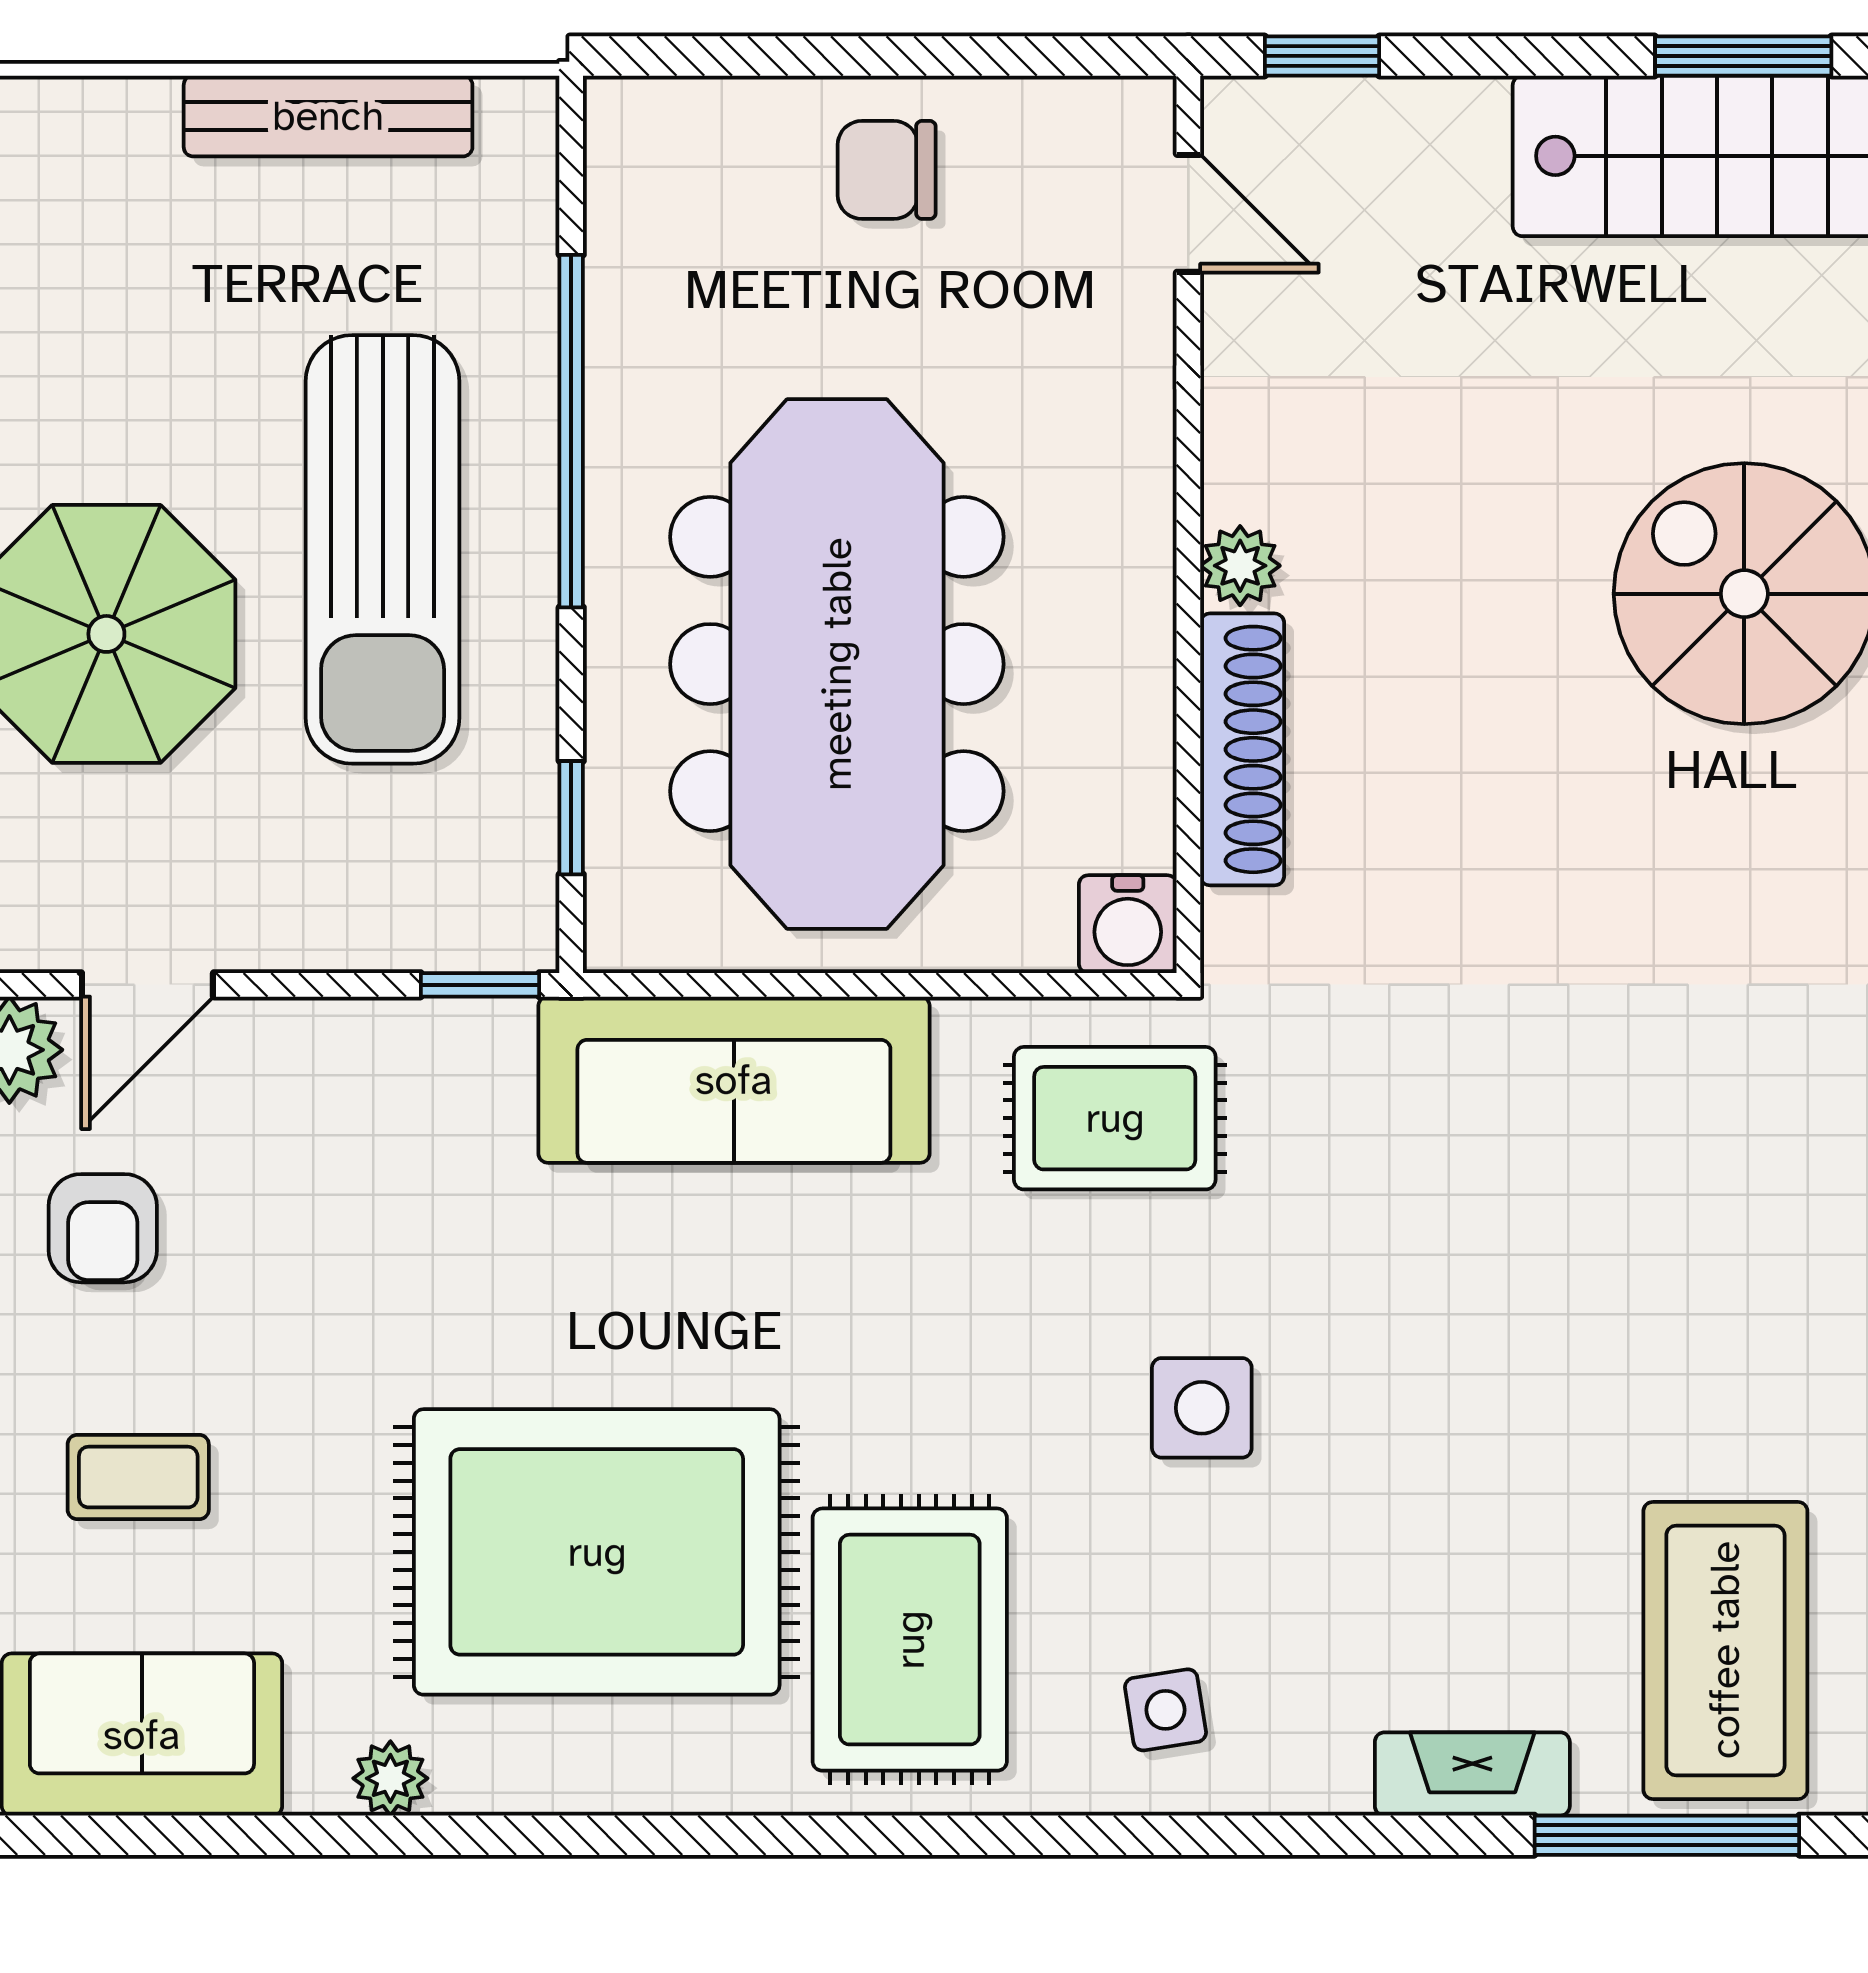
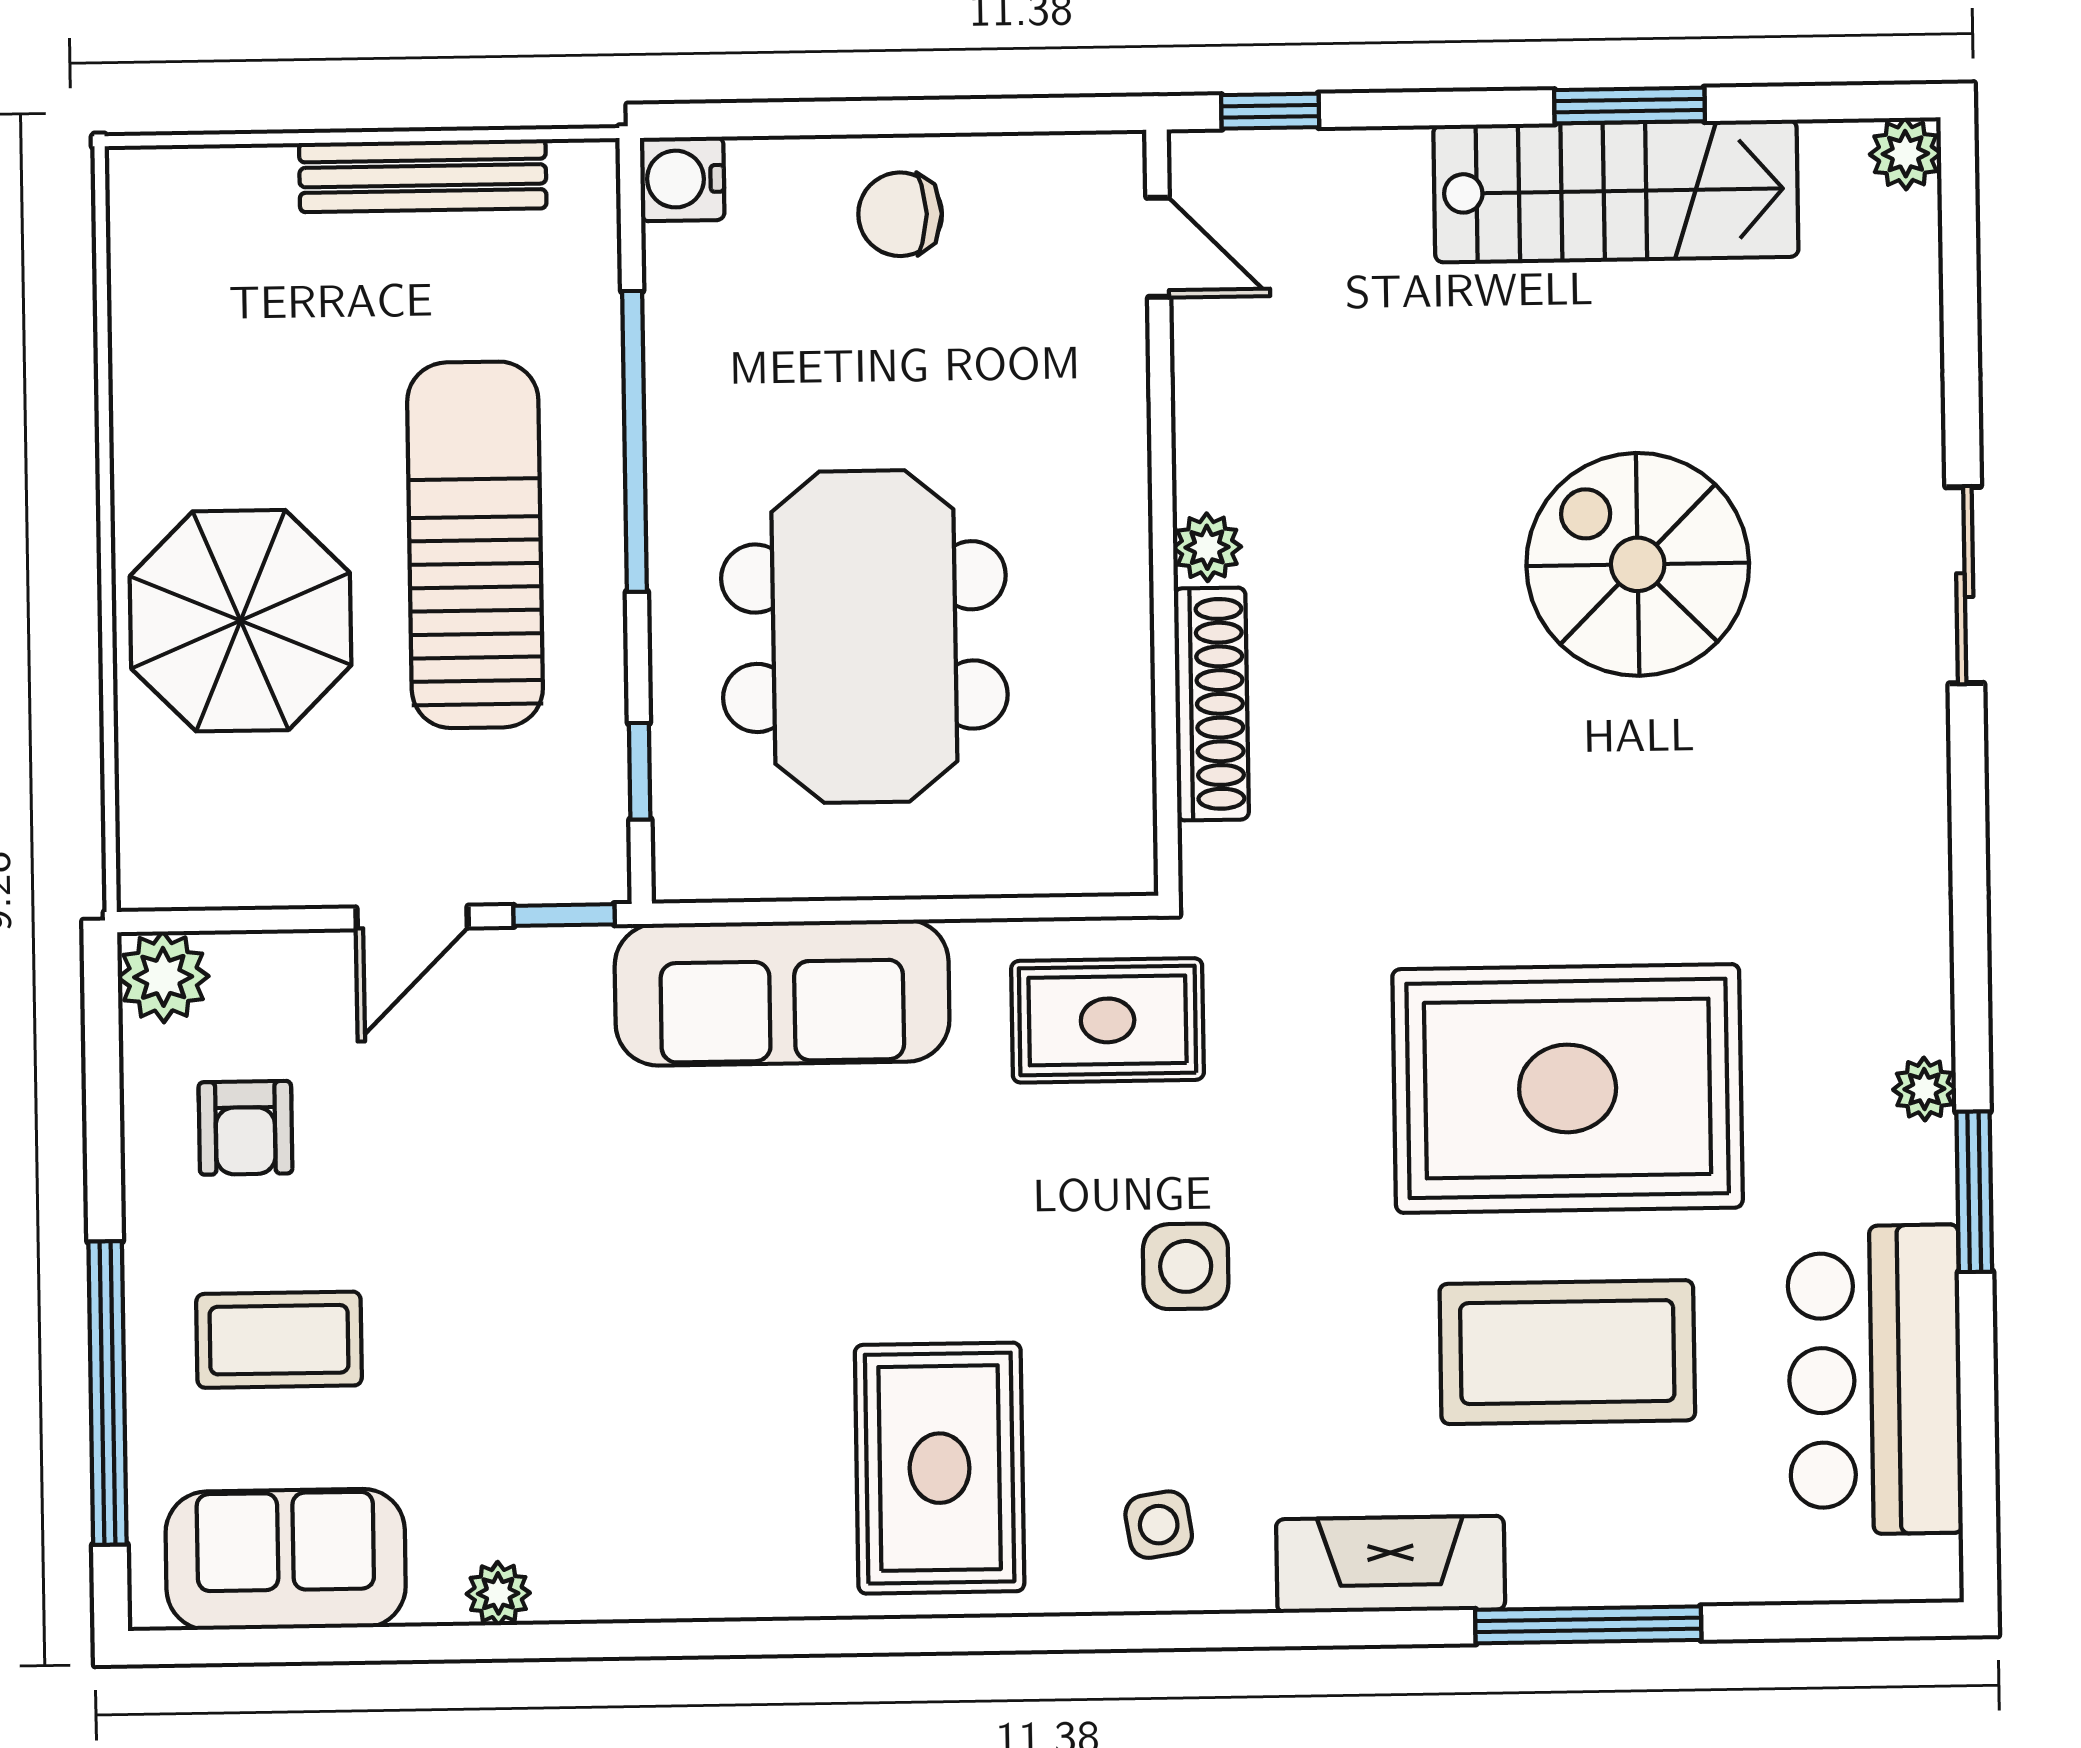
sun lounger: (383, 549) -> (475, 545), turned 180
meeting table: (837, 664) -> (864, 637), width x0.73
water cooler: (1128, 924) -> (682, 179), moved, turned 90
door: (147, 985) -> (412, 917), moved
coffee table: (138, 1477) -> (279, 1340), width x1.36, depth x1.30
rug: (597, 1552) -> (1568, 1088), moved
coffee table: (1725, 1650) -> (1567, 1352), moved, turned 90
fireplace: (1472, 1774) -> (1391, 1564), width x1.37, depth x1.32

